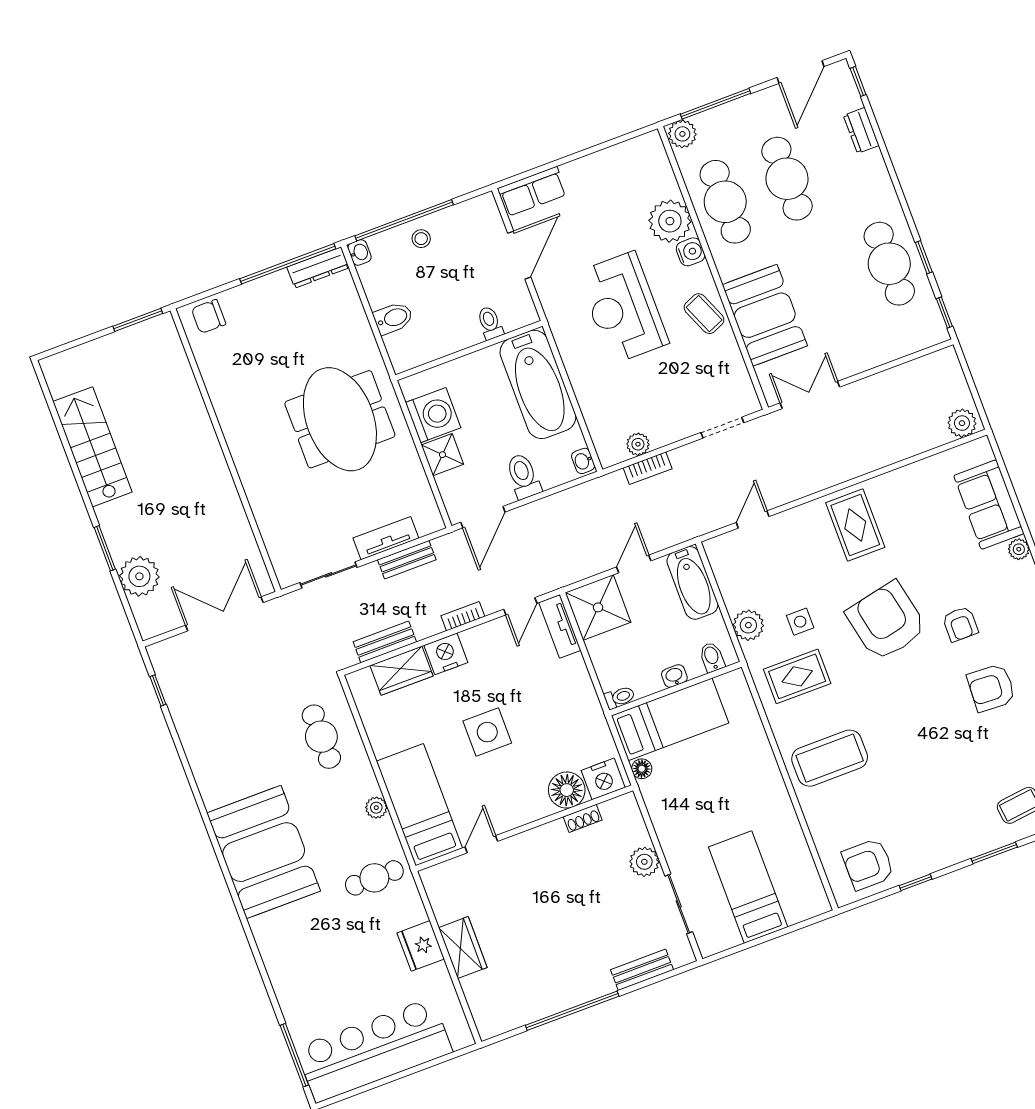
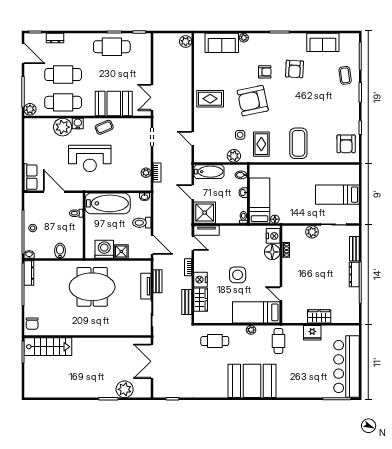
stairs: (92, 447) -> (48, 347), moved, turned 180
dresser: (585, 991) -> (354, 274), added

